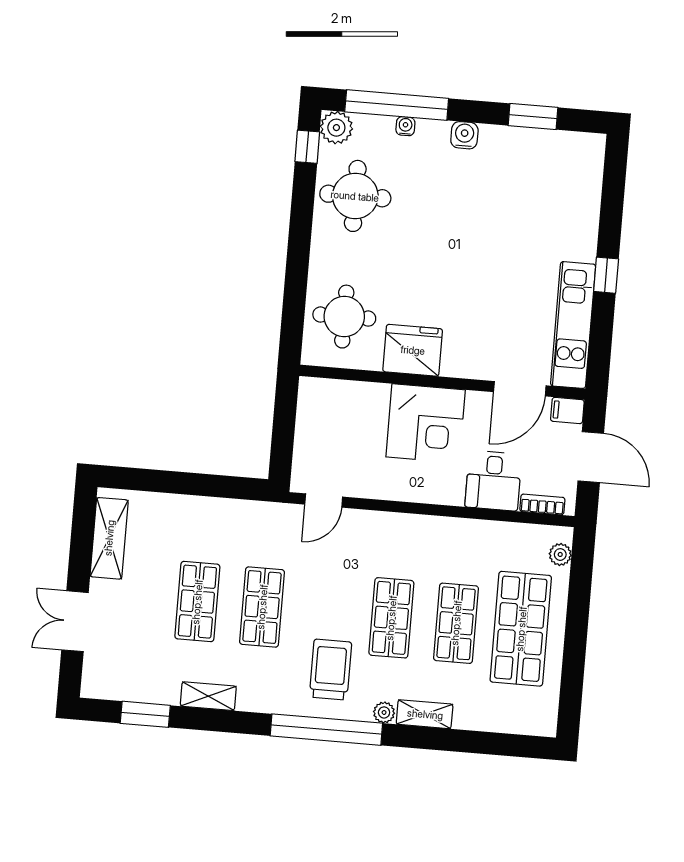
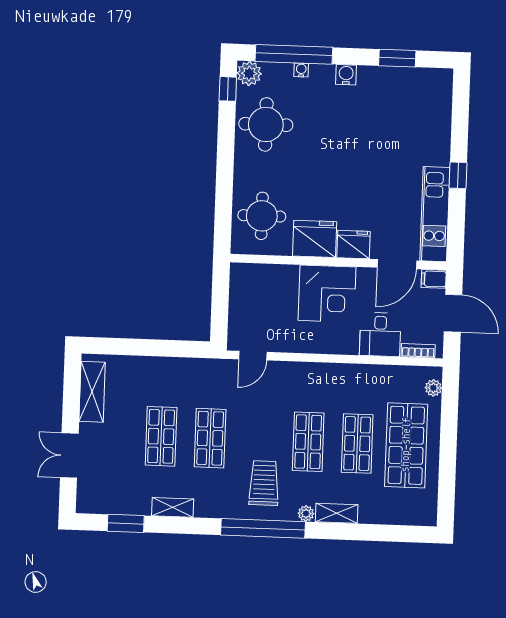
fridge: (464, 360) -> (353, 245), added

